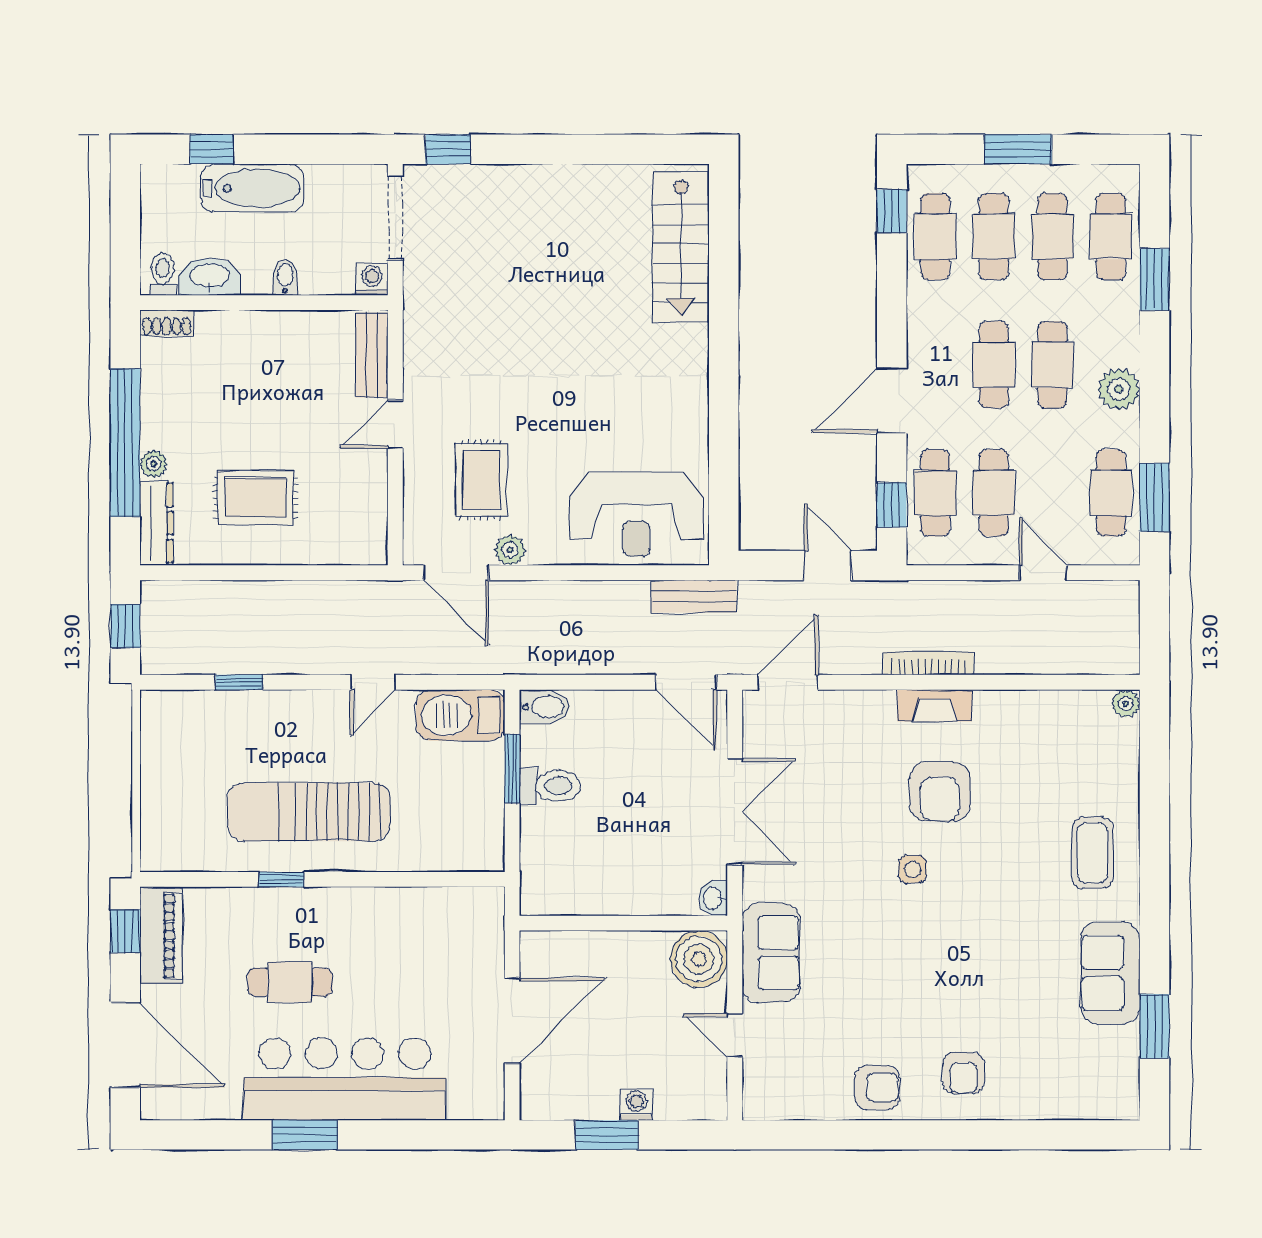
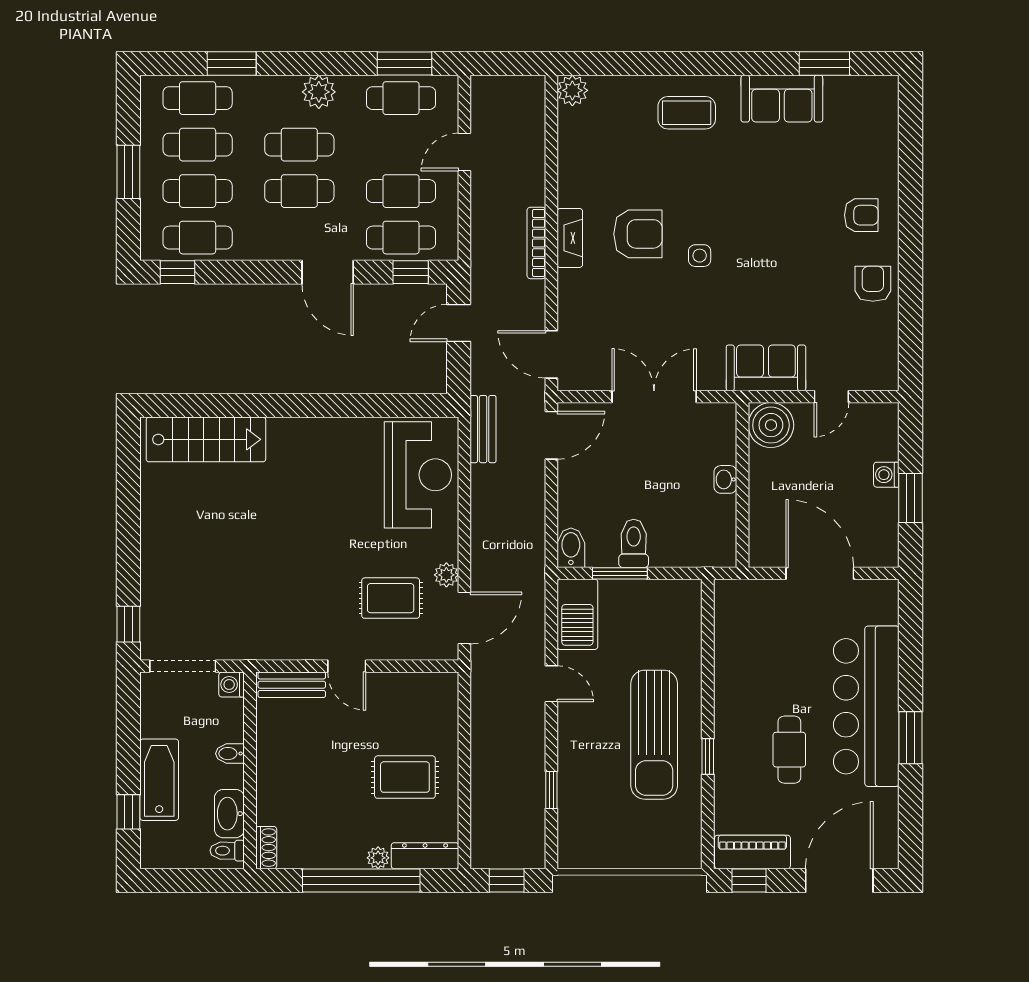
rug: (255, 498) -> (405, 777), turned 90
plant: (1126, 704) -> (572, 90), width x1.38, depth x1.38
washbasin: (713, 898) -> (725, 479), moved, turned 90

